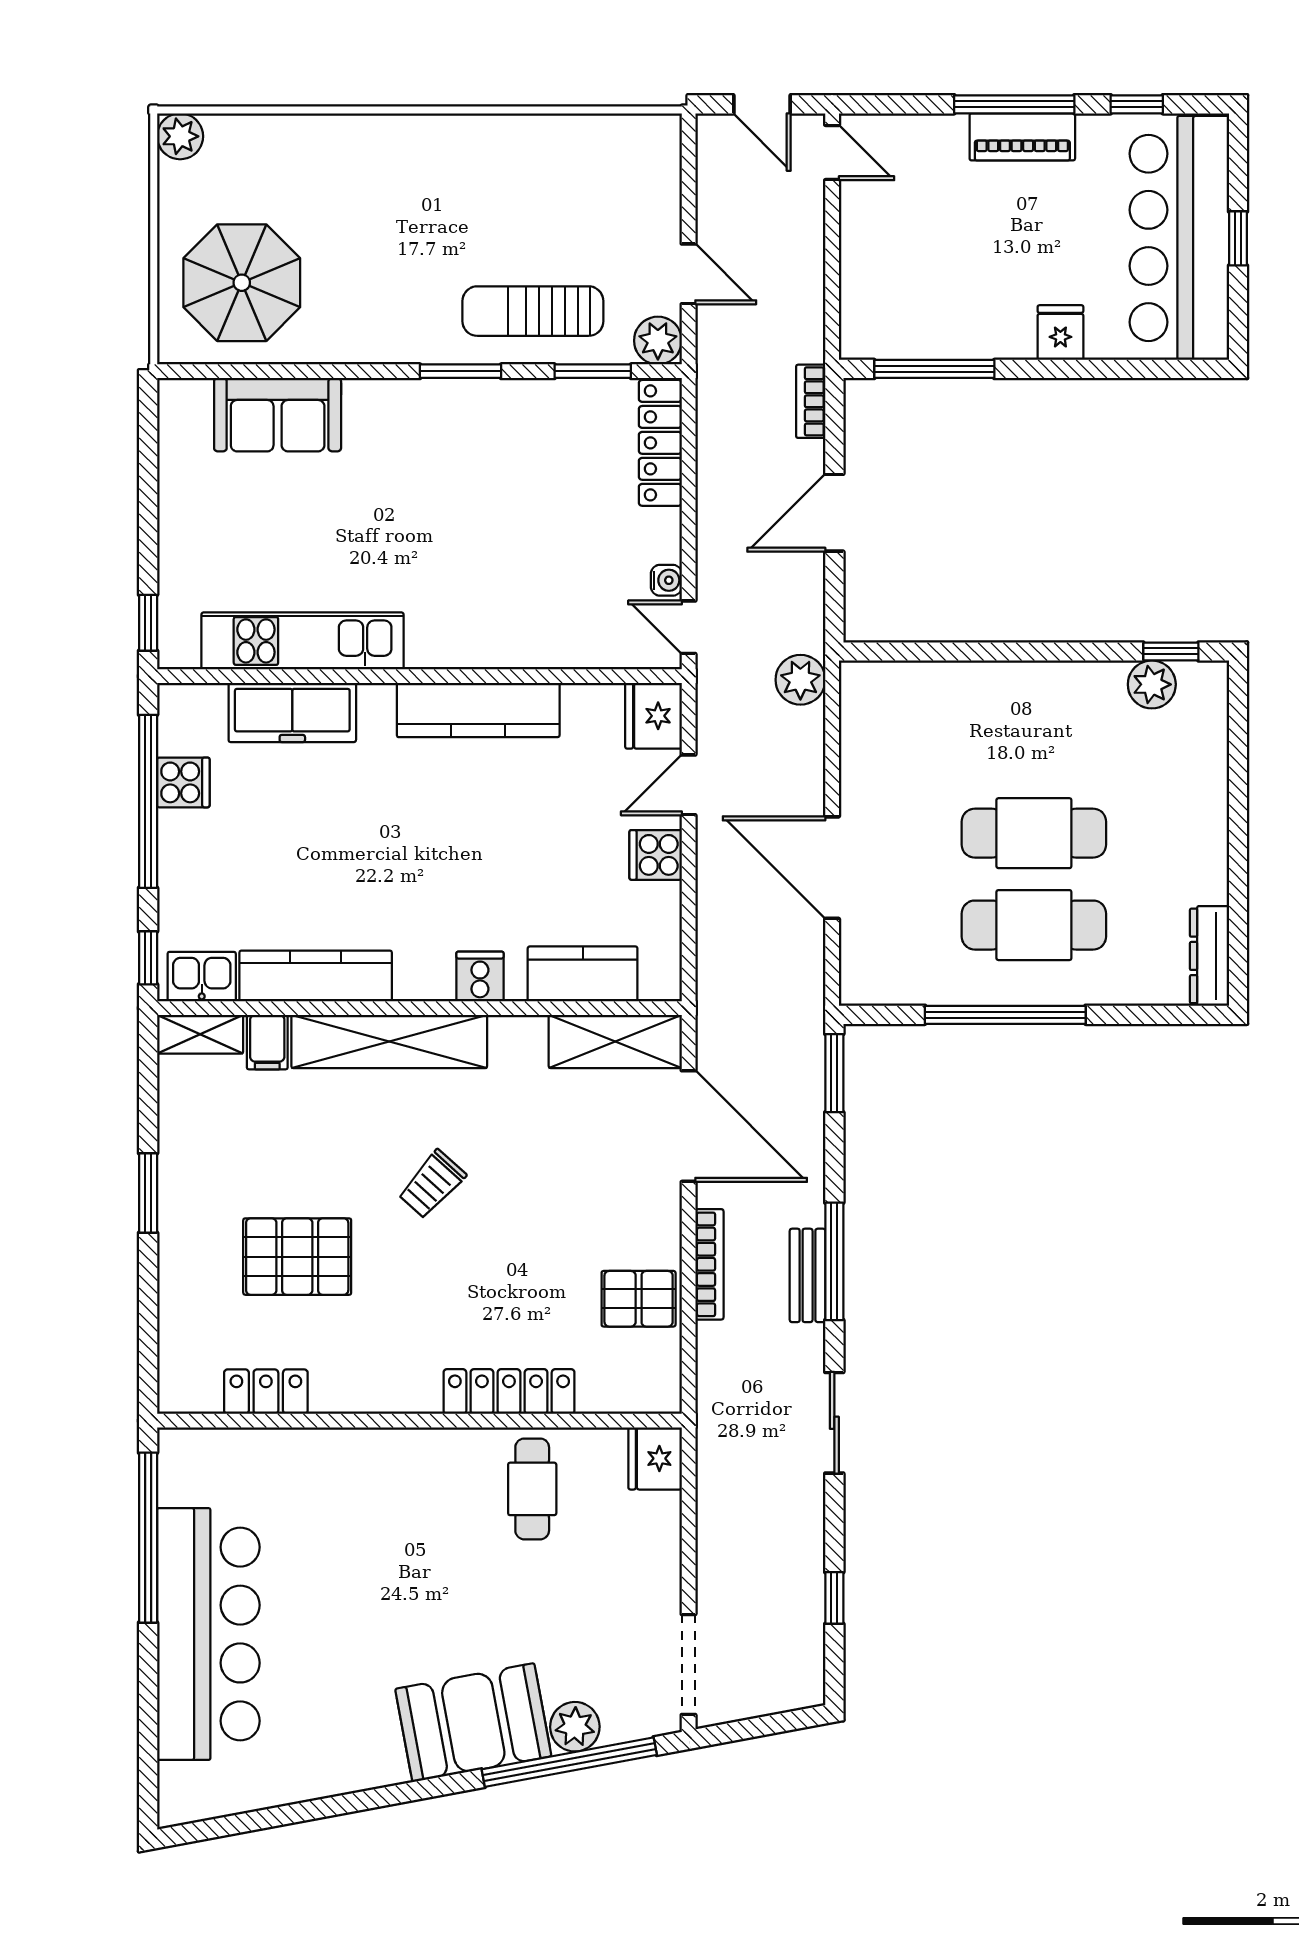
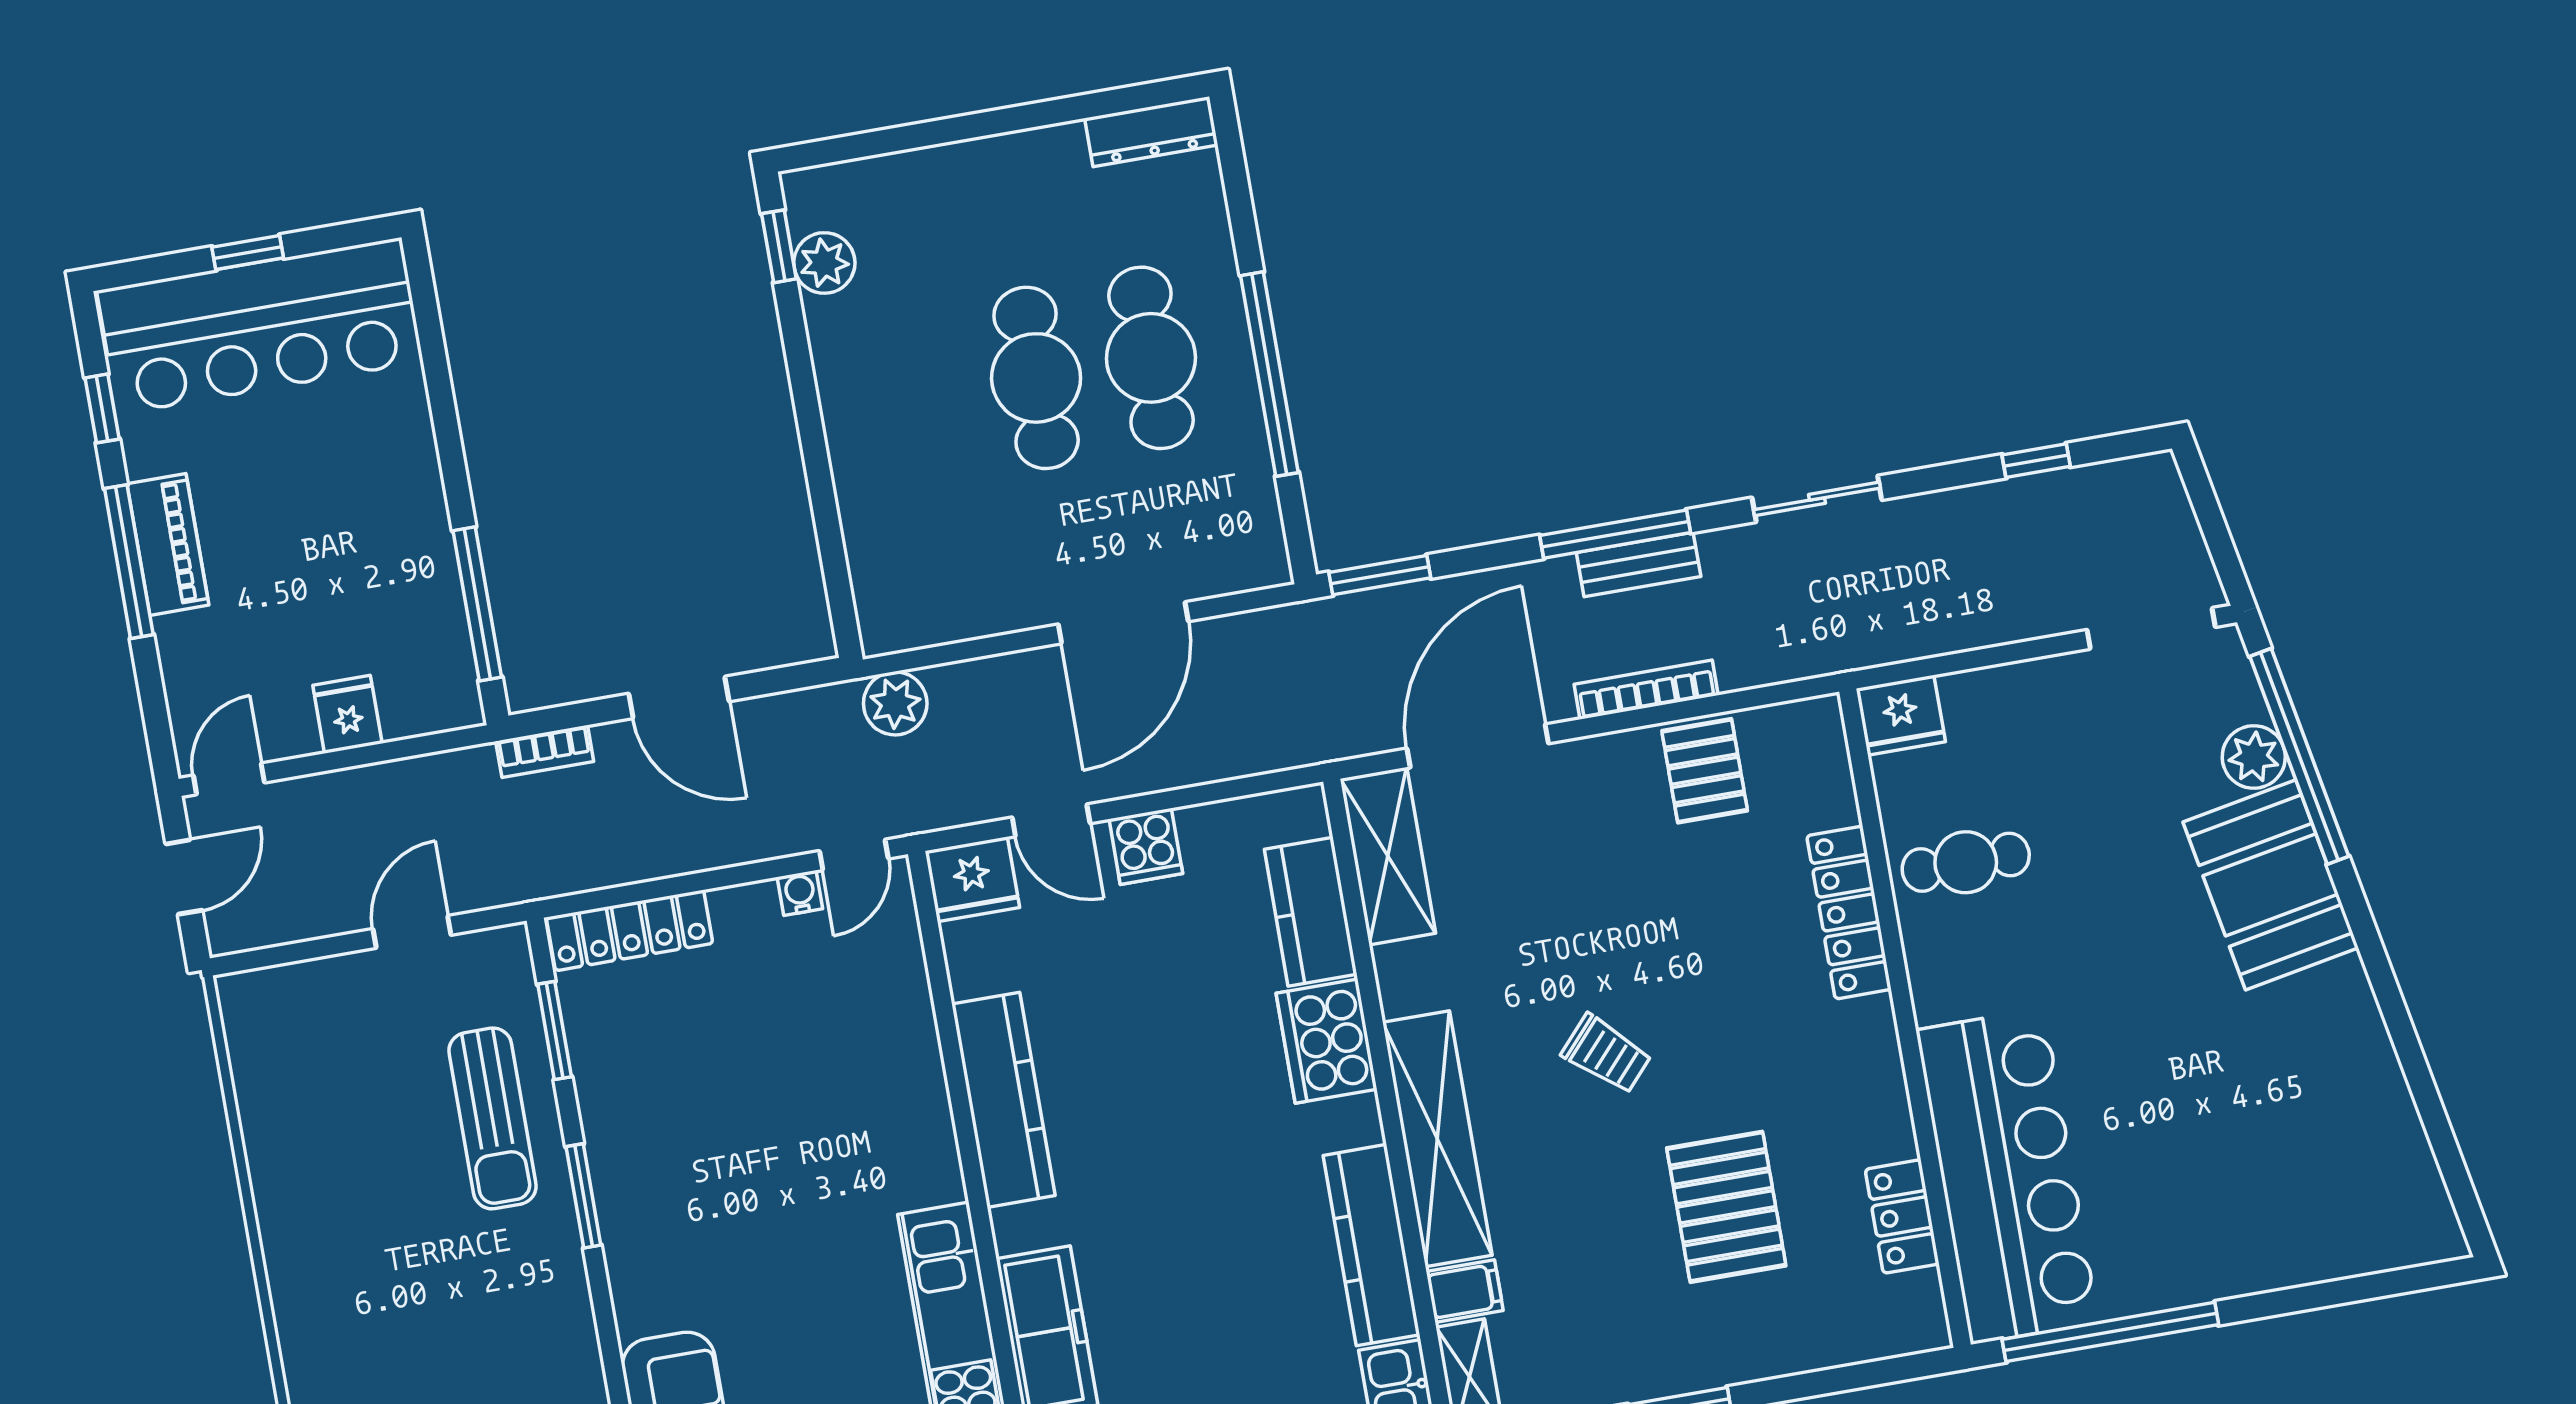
fridge: (1060, 333) -> (347, 714), moved, turned 90
plant: (658, 341) -> (502, 956), removed
cooker: (480, 976) -> (1327, 1041), width x1.87, depth x1.31
bar counter: (208, 1634) -> (2007, 1176), moved, turned 90

